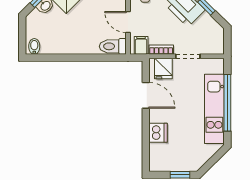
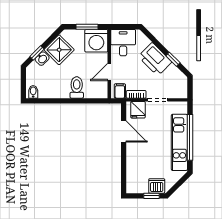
door: (128, 22) -> (109, 72), hinge flipped
toilet: (113, 46) -> (77, 87), moved, turned 90
dishwasher: (158, 133) -> (157, 186), moved, turned -90

